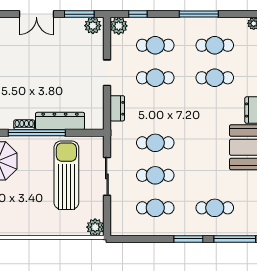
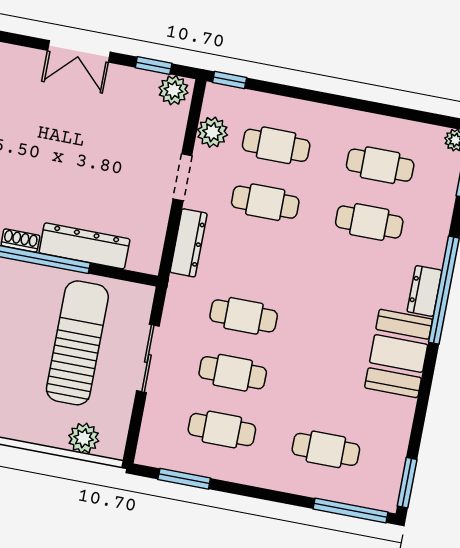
window: (79, 14) -> (154, 66), width x0.67
window: (138, 14) -> (230, 80), moved
window: (199, 14) -> (362, 105), removed
plant: (119, 26) -> (212, 132), moved
dresser: (117, 108) -> (189, 243), width x1.44
plant: (95, 227) -> (84, 438), moved
window: (188, 239) -> (184, 479), moved

